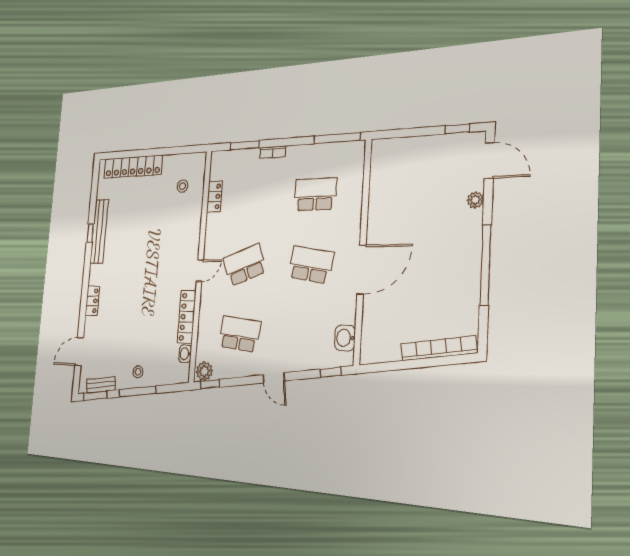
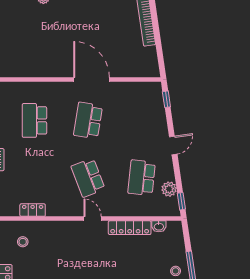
washbasin: (345, 338) -> (141, 90), removed
plant: (204, 371) -> (169, 189), moved

